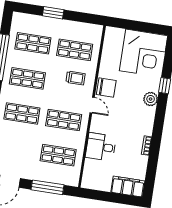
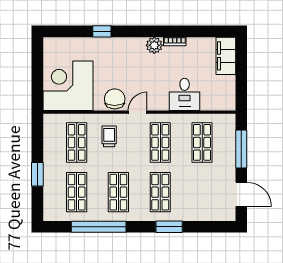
corner desk: (143, 53) -> (68, 86), moved, turned -90
plant: (151, 99) -> (154, 45), moved

